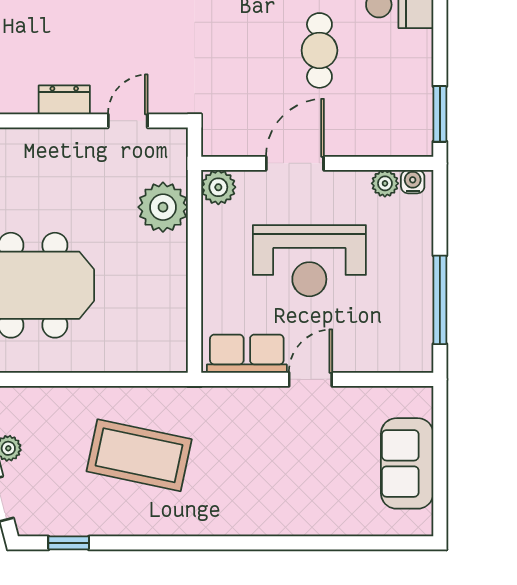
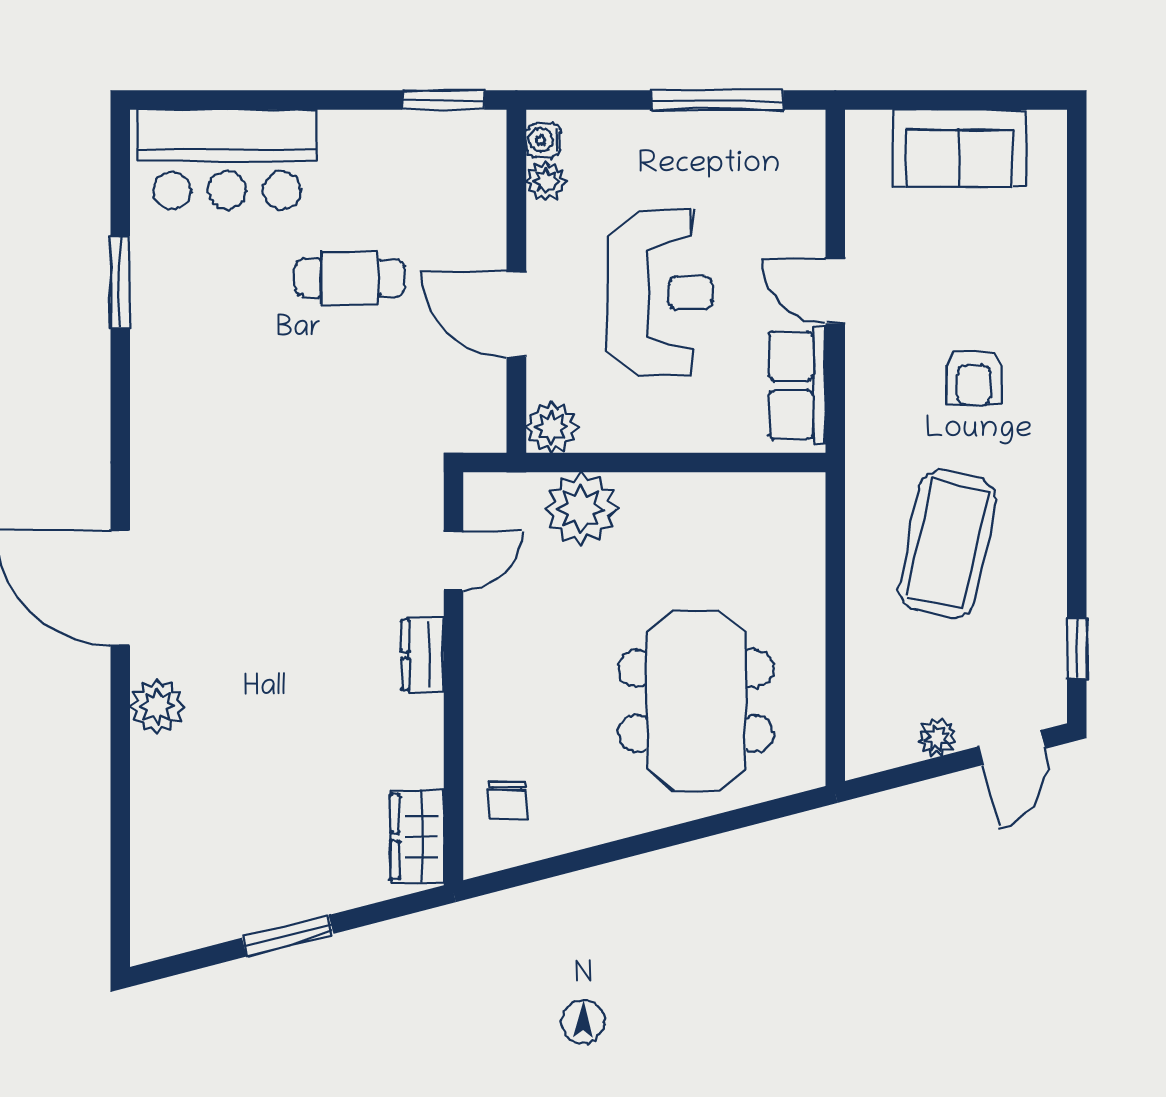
door: (128, 121) -> (454, 561), swing flipped
armchair: (252, 473) -> (974, 377), added

